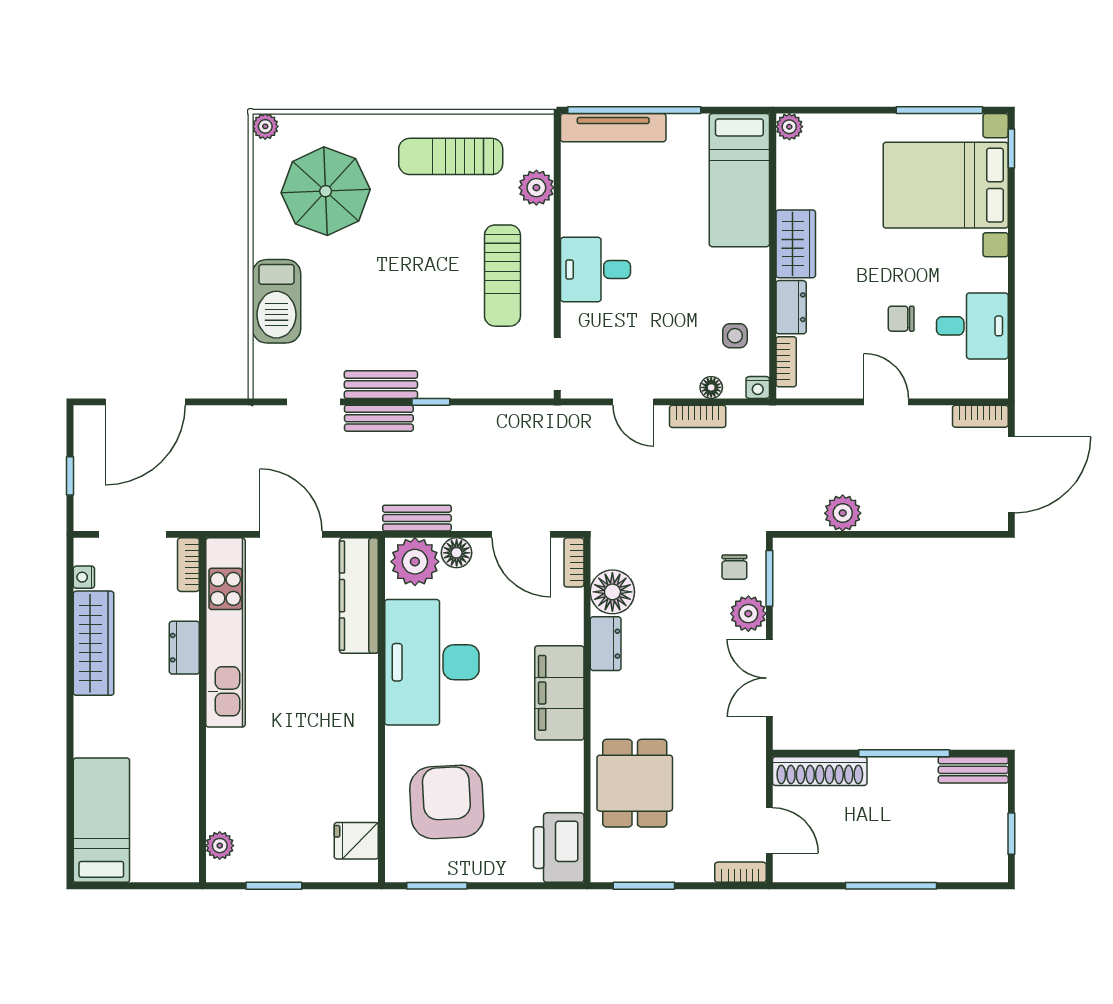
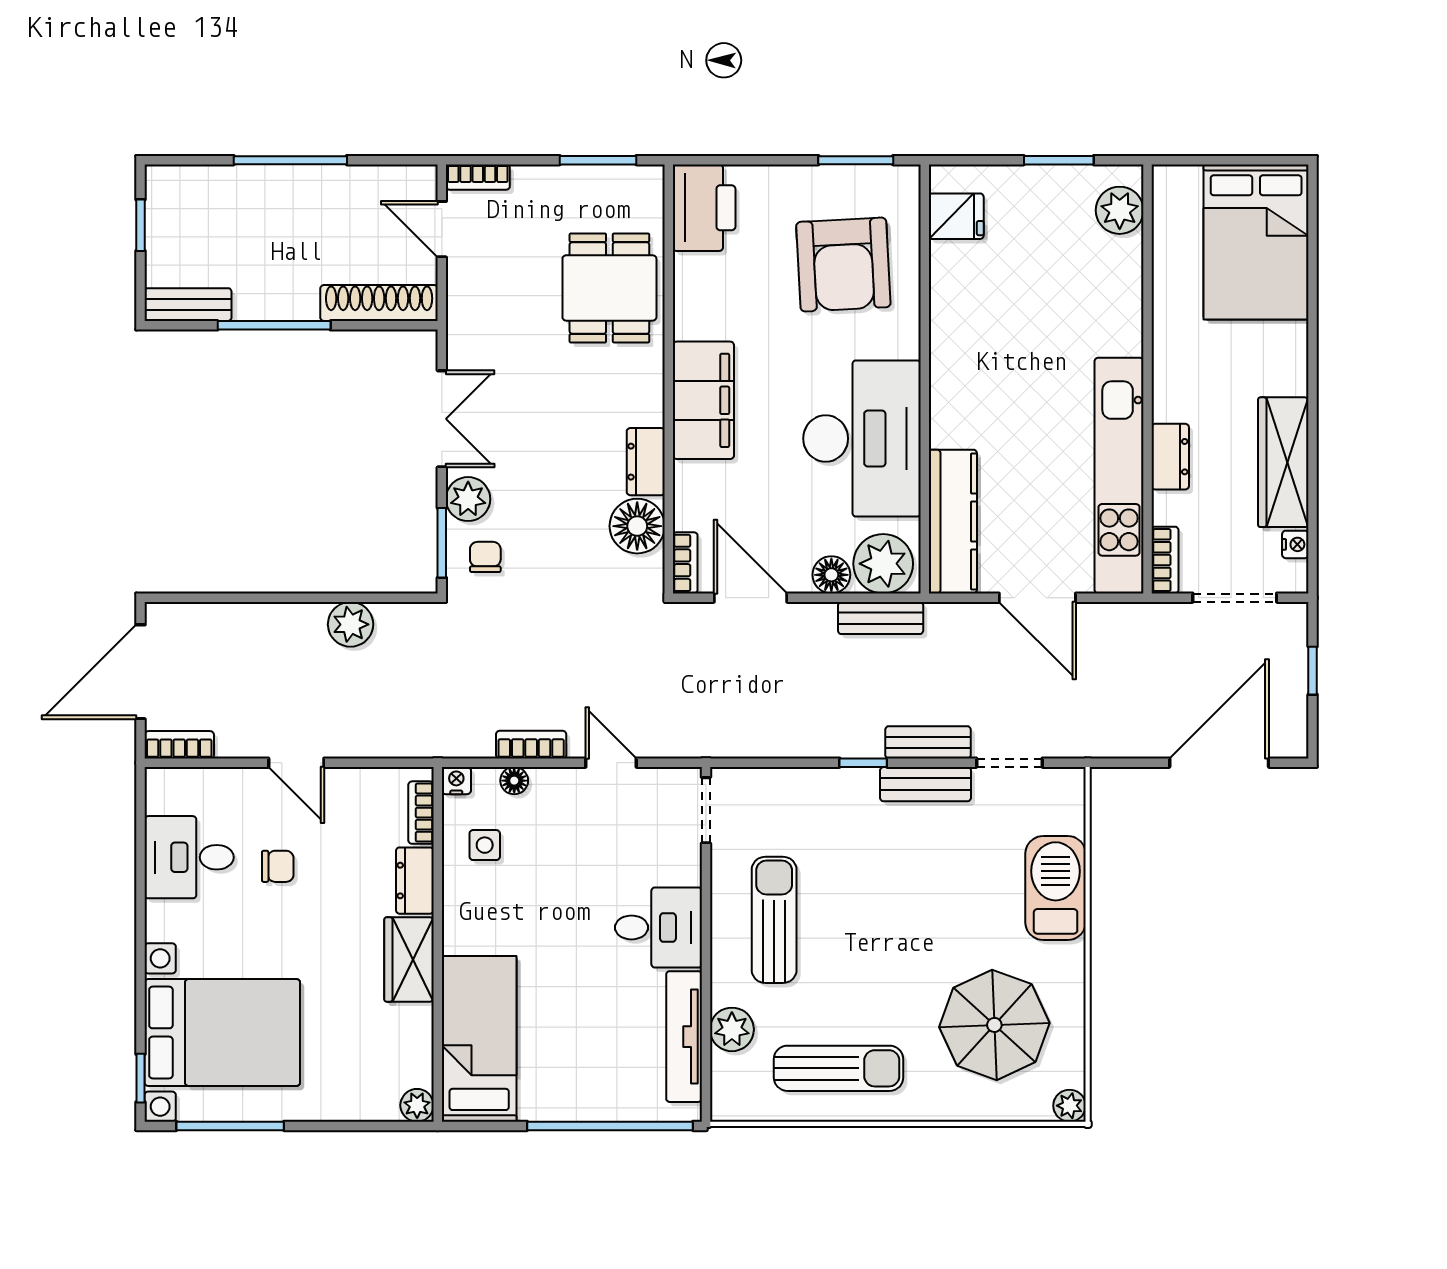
tv unit: (613, 128) -> (684, 1037), moved, turned -90
bed: (101, 820) -> (1256, 242), width x1.50
plant: (220, 846) -> (1120, 210), width x1.38, depth x1.38

